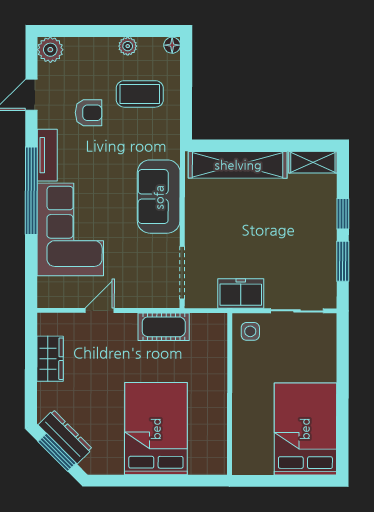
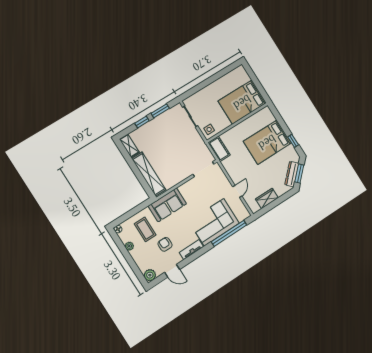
window: (31, 191) -> (229, 233), moved
sofa: (159, 197) -> (167, 205), moved
freezer: (241, 293) -> (197, 142), removed
door: (100, 310) -> (237, 191), swing flipped
cot: (164, 327) -> (219, 149), moved
bed: (305, 429) -> (242, 102), moved
window: (127, 481) -> (293, 141), added

